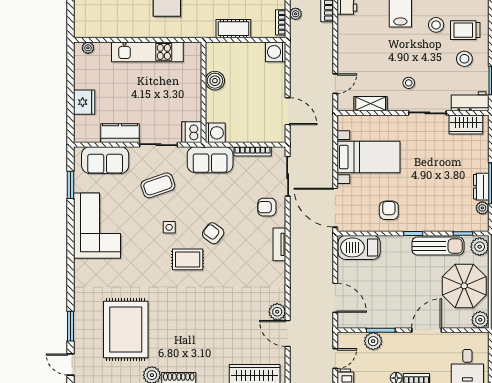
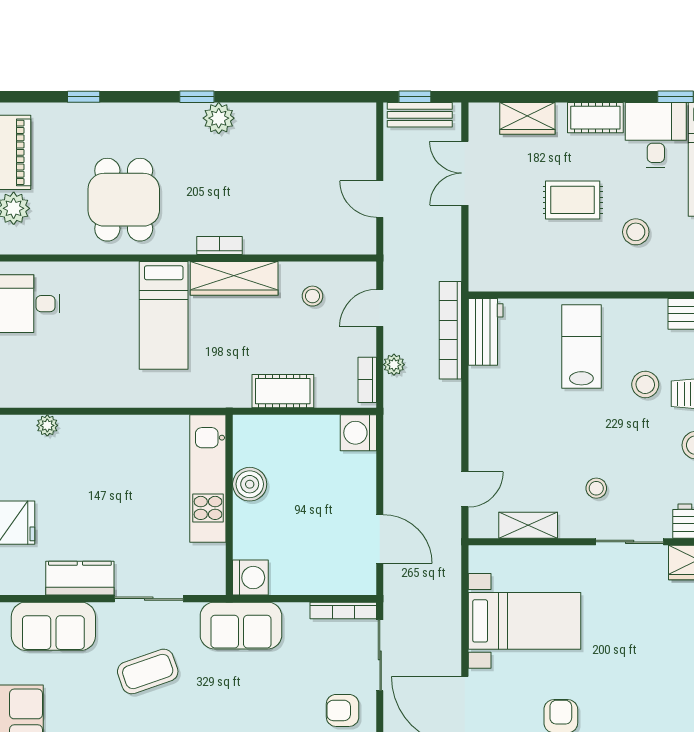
plant: (88, 48) -> (47, 425), moved
kitchen unit: (147, 52) -> (208, 479), moved, turned 90
dishwasher: (192, 132) -> (208, 576), removed
bookcase: (253, 151) -> (343, 610), moved

